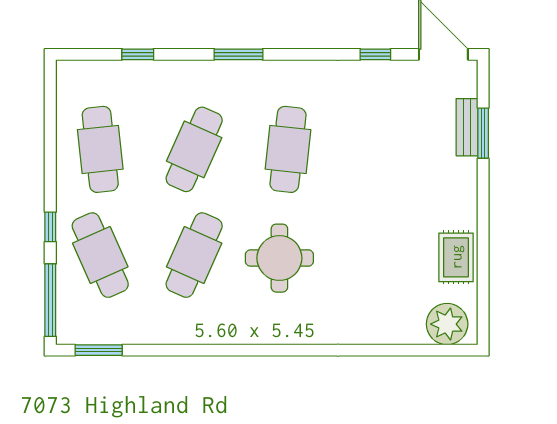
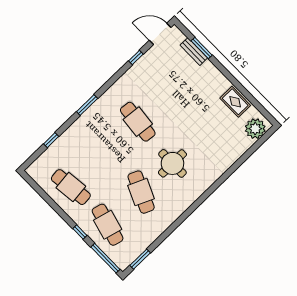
cafe table: (194, 149) -> (104, 154), removed
cafe table: (100, 255) -> (108, 225), turned 39

